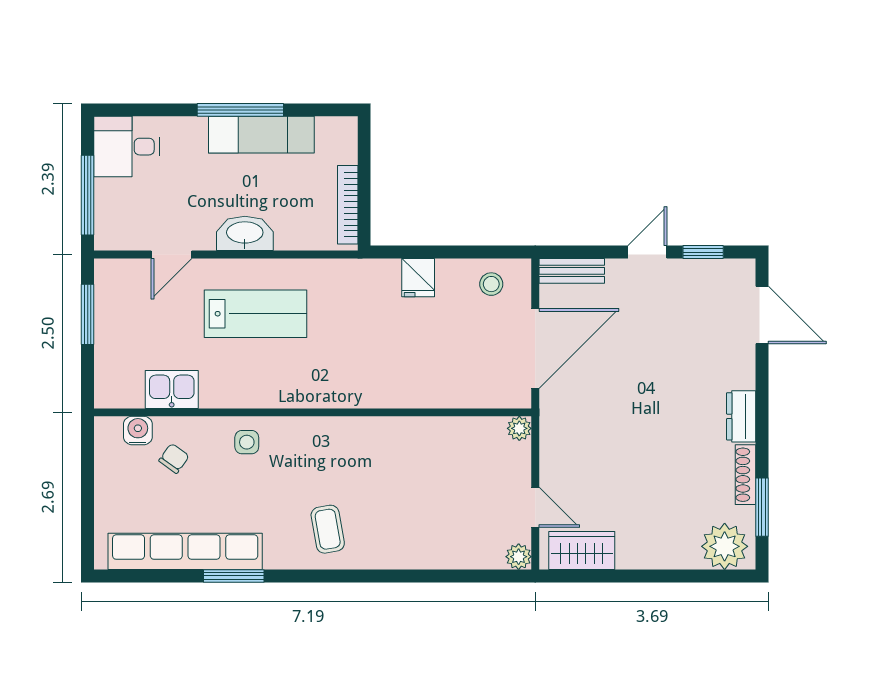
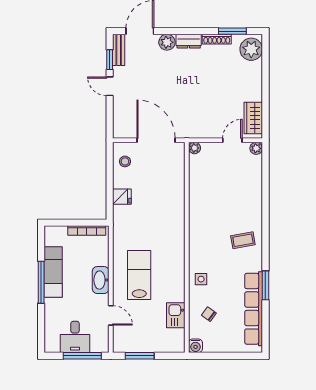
desk: (127, 147) -> (75, 337), moved
bench: (572, 271) -> (119, 50), moved
plant: (739, 371) -> (167, 42), added
water cooler: (138, 431) -> (195, 346), moved, turned -90

